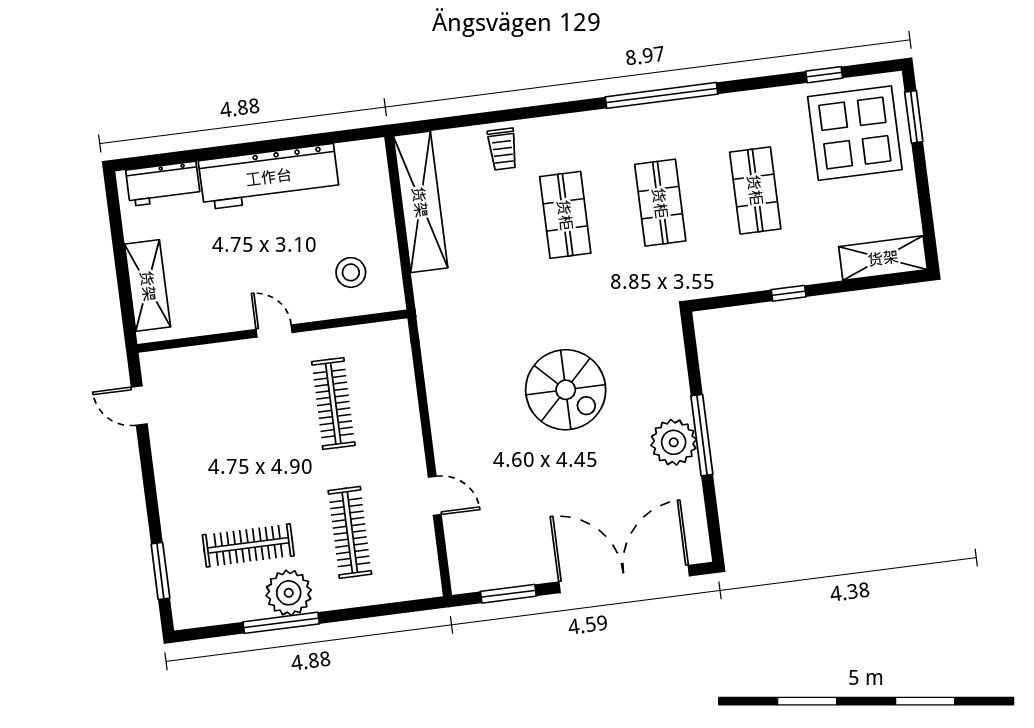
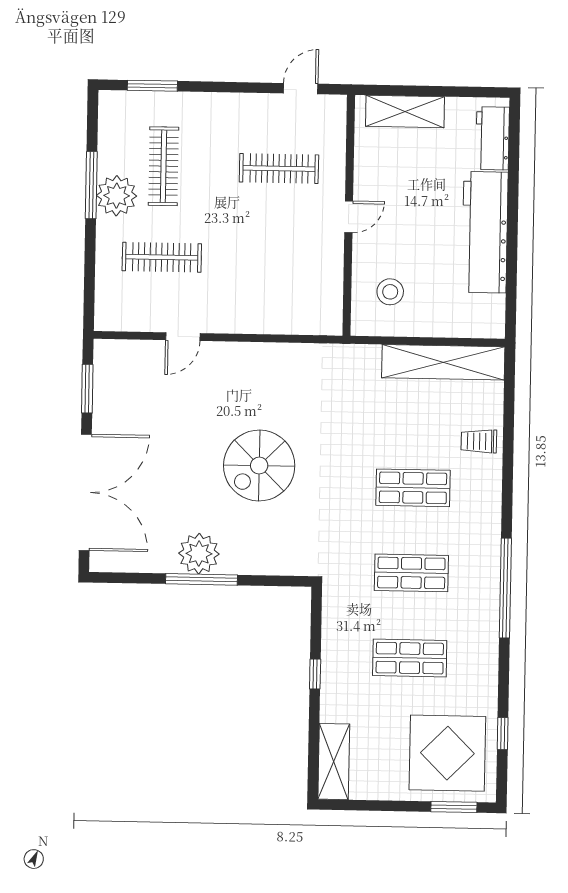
clothes rail: (333, 404) -> (279, 168), moved

